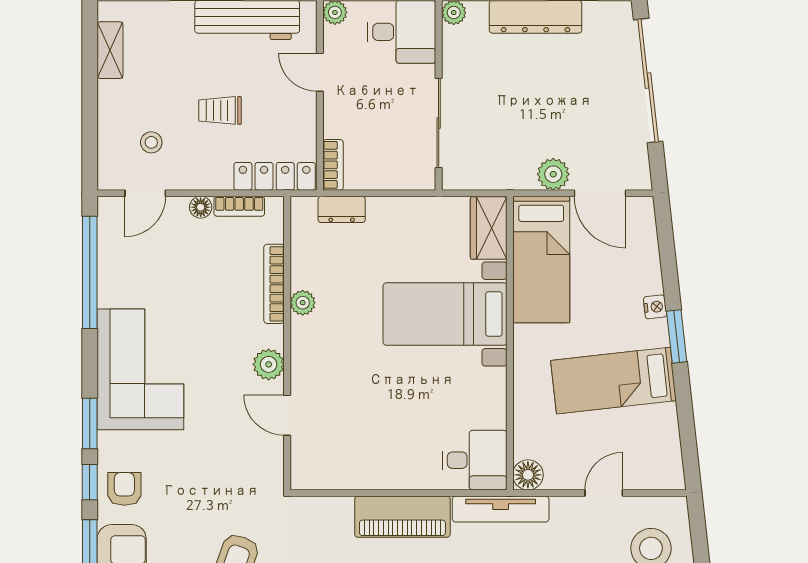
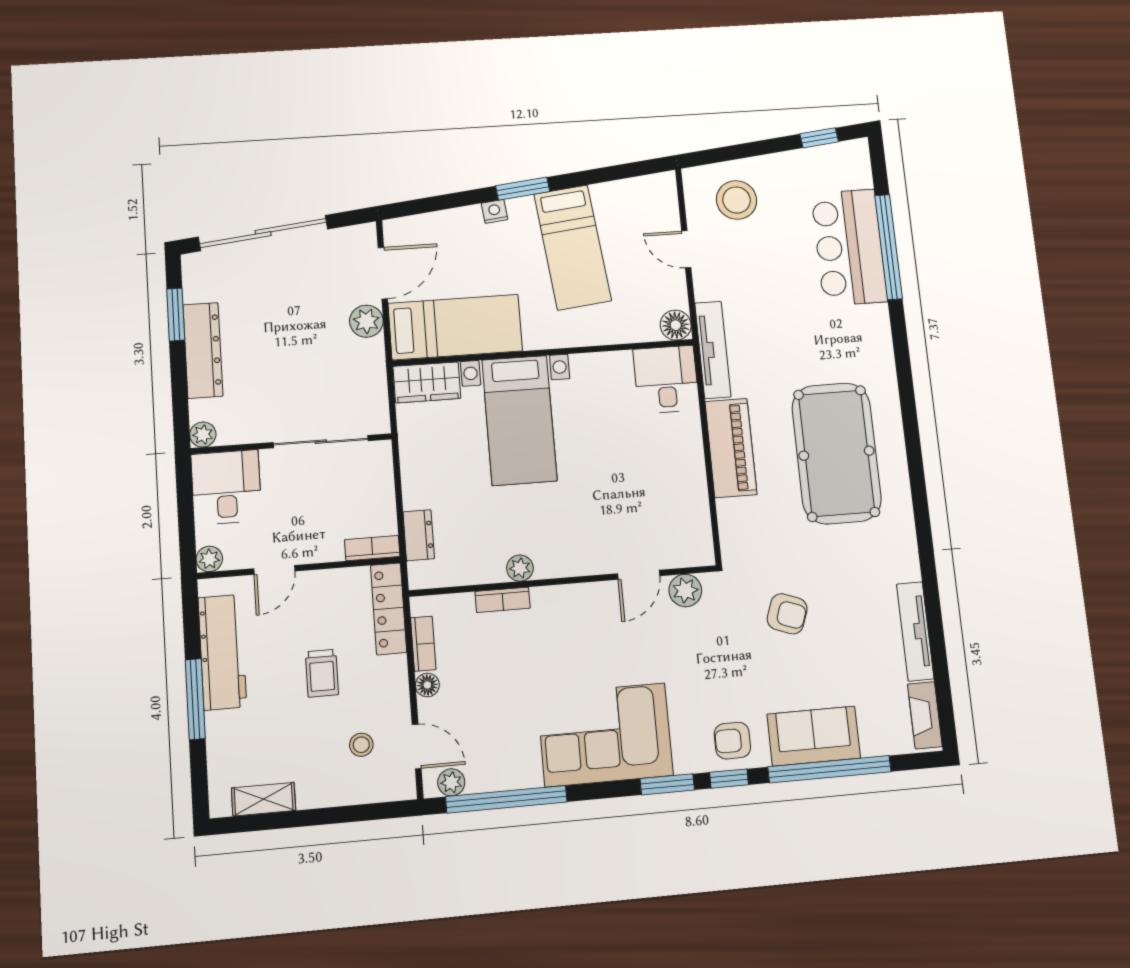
plant: (110, 223) -> (451, 782), added
bookcase: (274, 284) -> (503, 600), width x0.64
plant: (269, 364) -> (685, 590), moved

